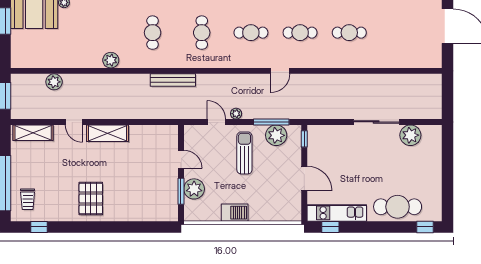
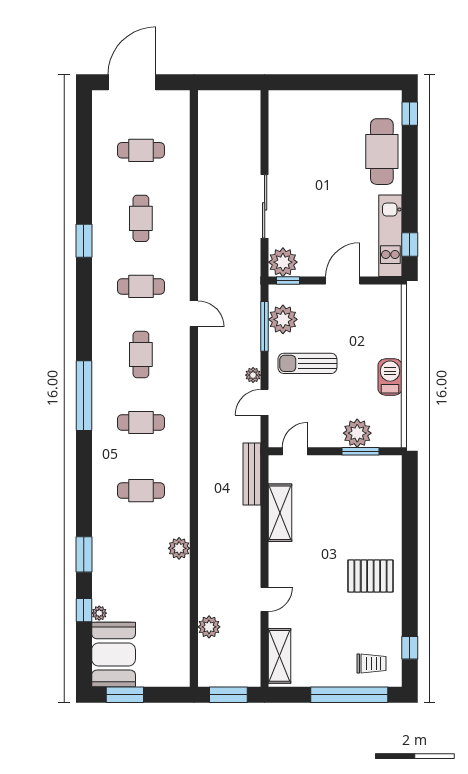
cafe table: (300, 33) -> (141, 286), turned 90
cafe table: (398, 33) -> (141, 150), added
bench: (173, 80) -> (252, 474), moved
sliding door: (376, 122) -> (265, 206), moved
shelving: (108, 133) -> (280, 513), moved
plant: (410, 135) -> (283, 262), moved
door: (181, 159) -> (295, 451), moved

